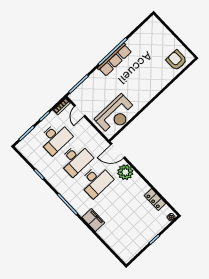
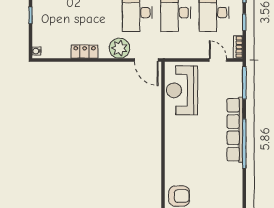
row of seats: (115, 60) -> (235, 130), width x1.36
door: (118, 151) -> (146, 60), swing flipped
locker: (155, 200) -> (85, 52), moved

